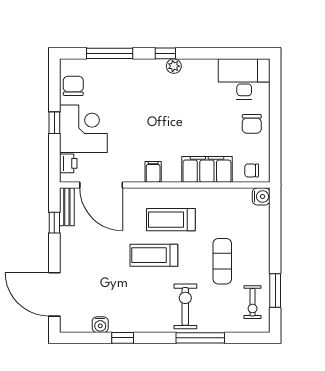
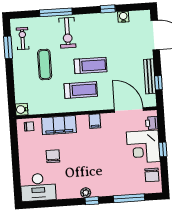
chair: (252, 124) -> (53, 156), moved
bench: (67, 207) -> (150, 76), moved, width x1.36

